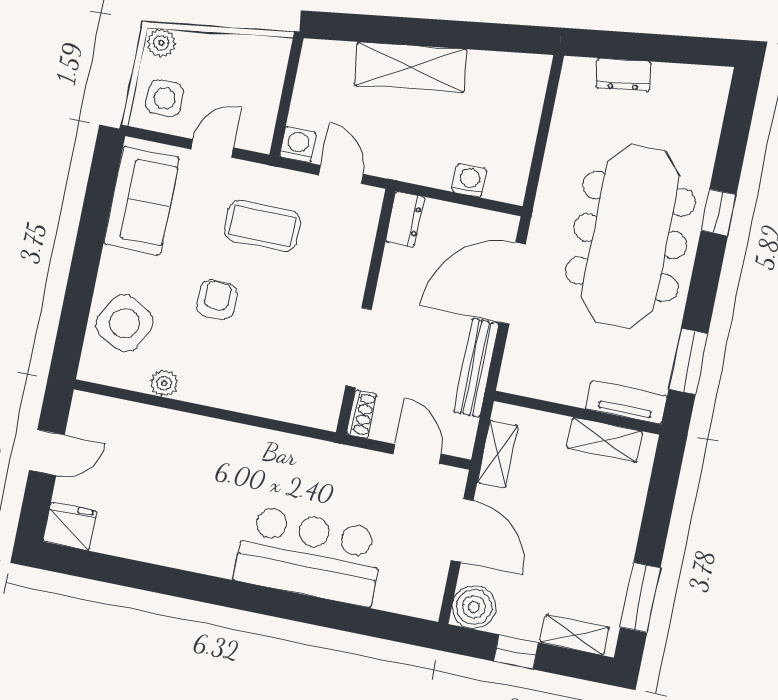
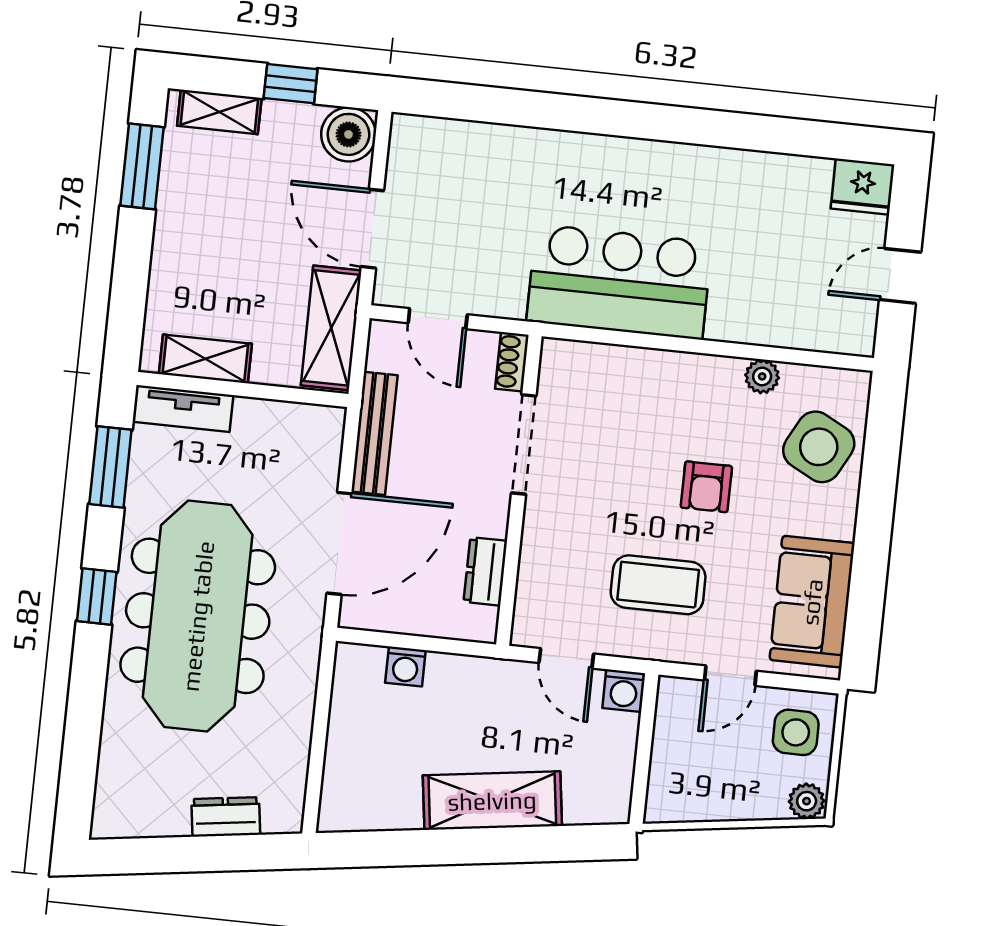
window: (719, 213) -> (97, 596), moved
dresser: (405, 219) -> (485, 571), moved
shelving: (498, 454) -> (331, 328), width x1.50, depth x1.33
bar counter: (309, 556) -> (619, 282), moved, turned 180

